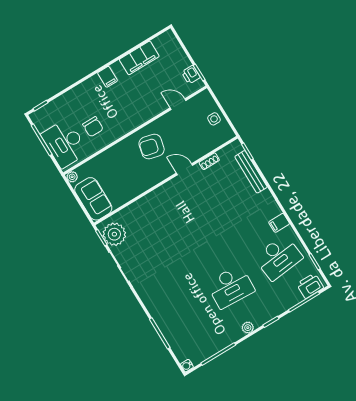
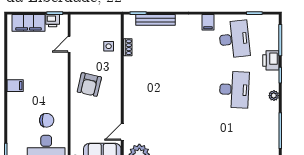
filing cabinet: (139, 58) -> (29, 23), moved, turned 90
side table: (214, 119) -> (109, 46), moved
door: (184, 169) -> (122, 132), moved
printer: (310, 286) -> (271, 60), moved

